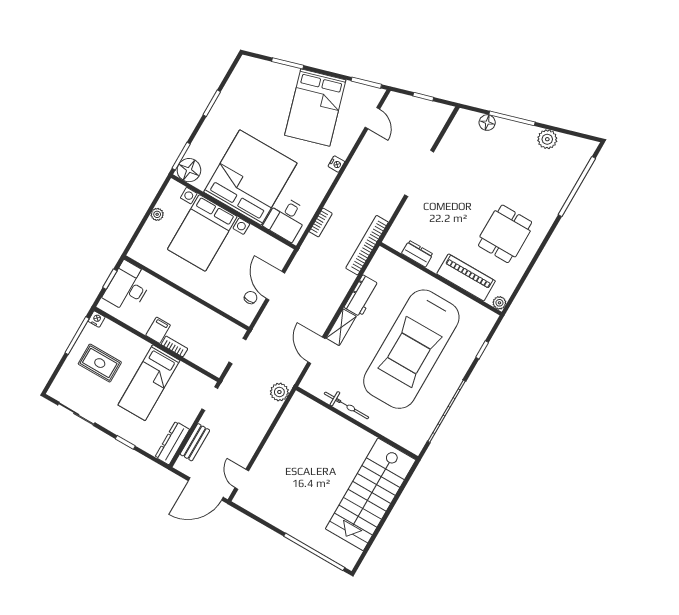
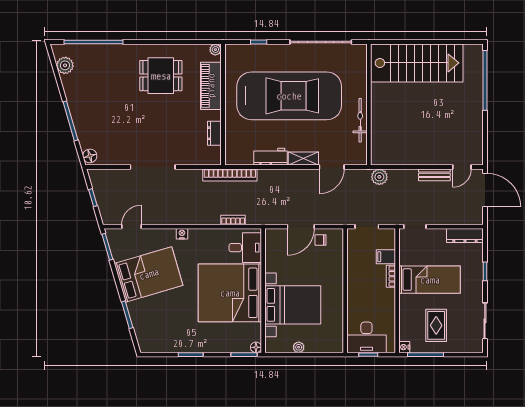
floor lamp: (487, 123) -> (90, 156), moved
plant: (547, 139) -> (65, 65), moved
floor lamp: (189, 170) -> (256, 347), width x0.53, depth x0.53
filing cabinet: (158, 330) -> (386, 257), moved
bench: (195, 442) -> (434, 175), moved

